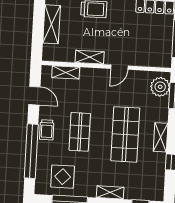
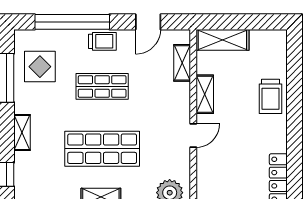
shelving: (52, 24) -> (222, 40), moved
door: (119, 67) -> (193, 136), swing flipped
trolley: (47, 130) -> (102, 41), turned 180

